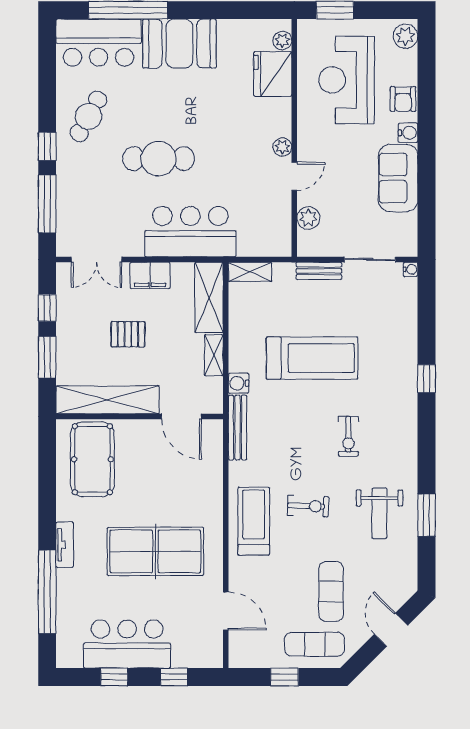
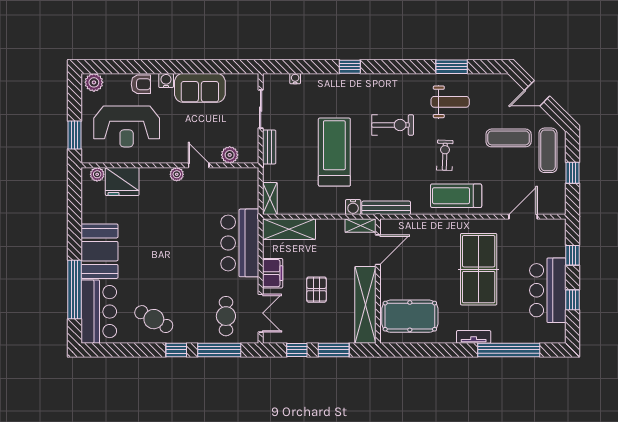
cafe table: (159, 159) -> (226, 316), moved, width x0.73, depth x0.74
water cooler: (411, 269) -> (295, 79), moved
shelving: (214, 355) -> (361, 225), moved
exercise bike: (348, 436) -> (393, 125), width x1.38, depth x1.39

